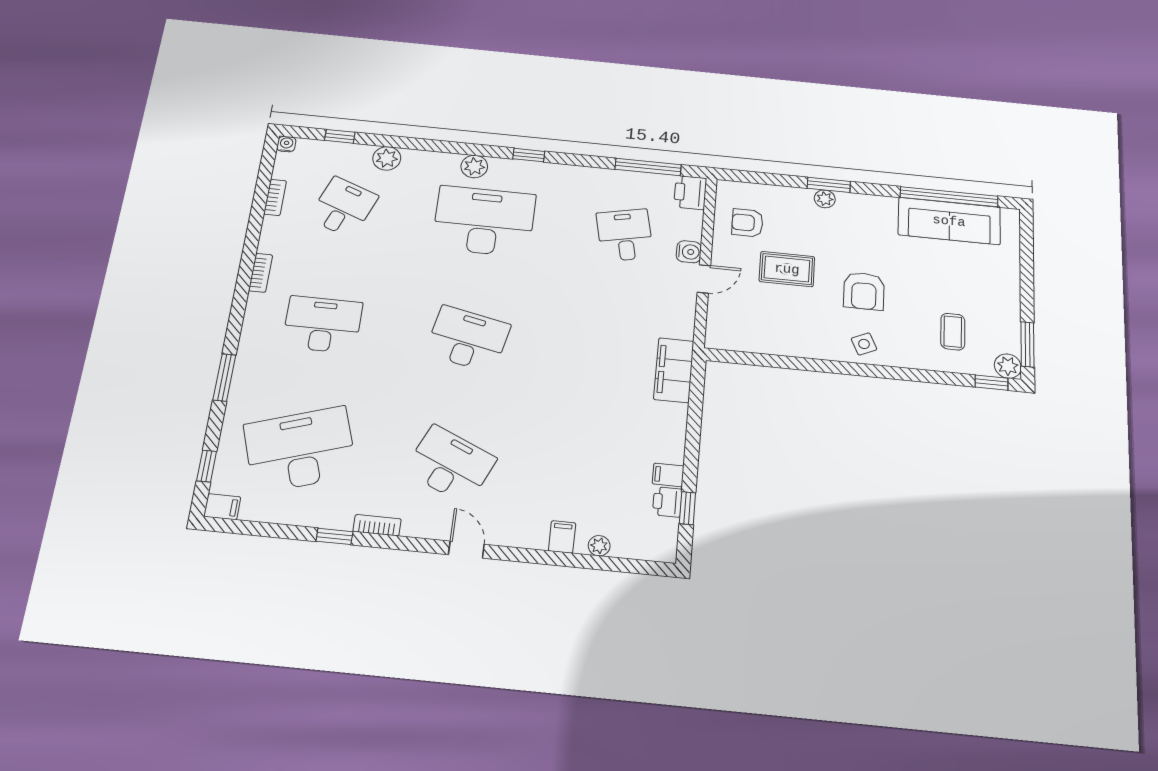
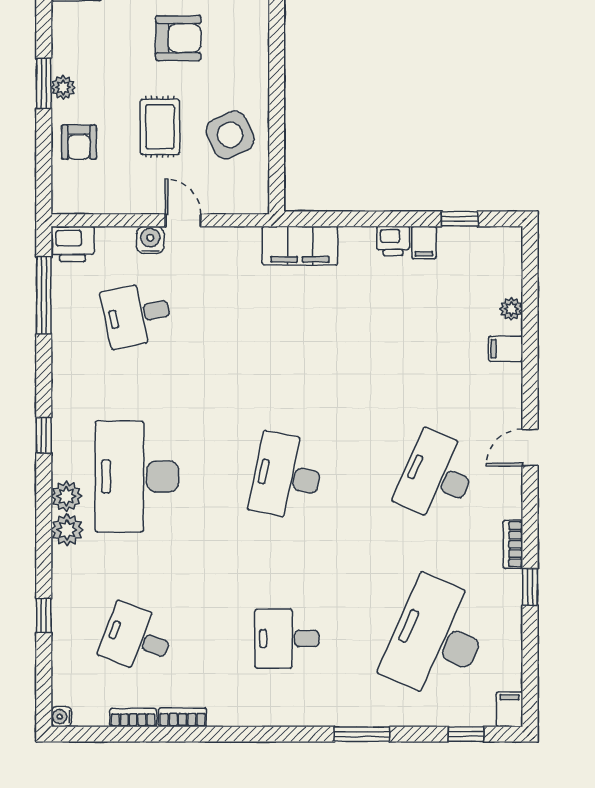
window: (340, 136) -> (44, 615), moved
plant: (387, 158) -> (67, 530), moved
armchair: (747, 223) -> (79, 142), moved
bookcase: (261, 273) -> (182, 717), moved
desk: (322, 325) -> (287, 638), width x0.73
side table: (864, 344) -> (230, 135), moved, width x1.87, depth x1.87
desk: (300, 450) -> (437, 638), turned 42
printer: (667, 502) -> (393, 241), moved

